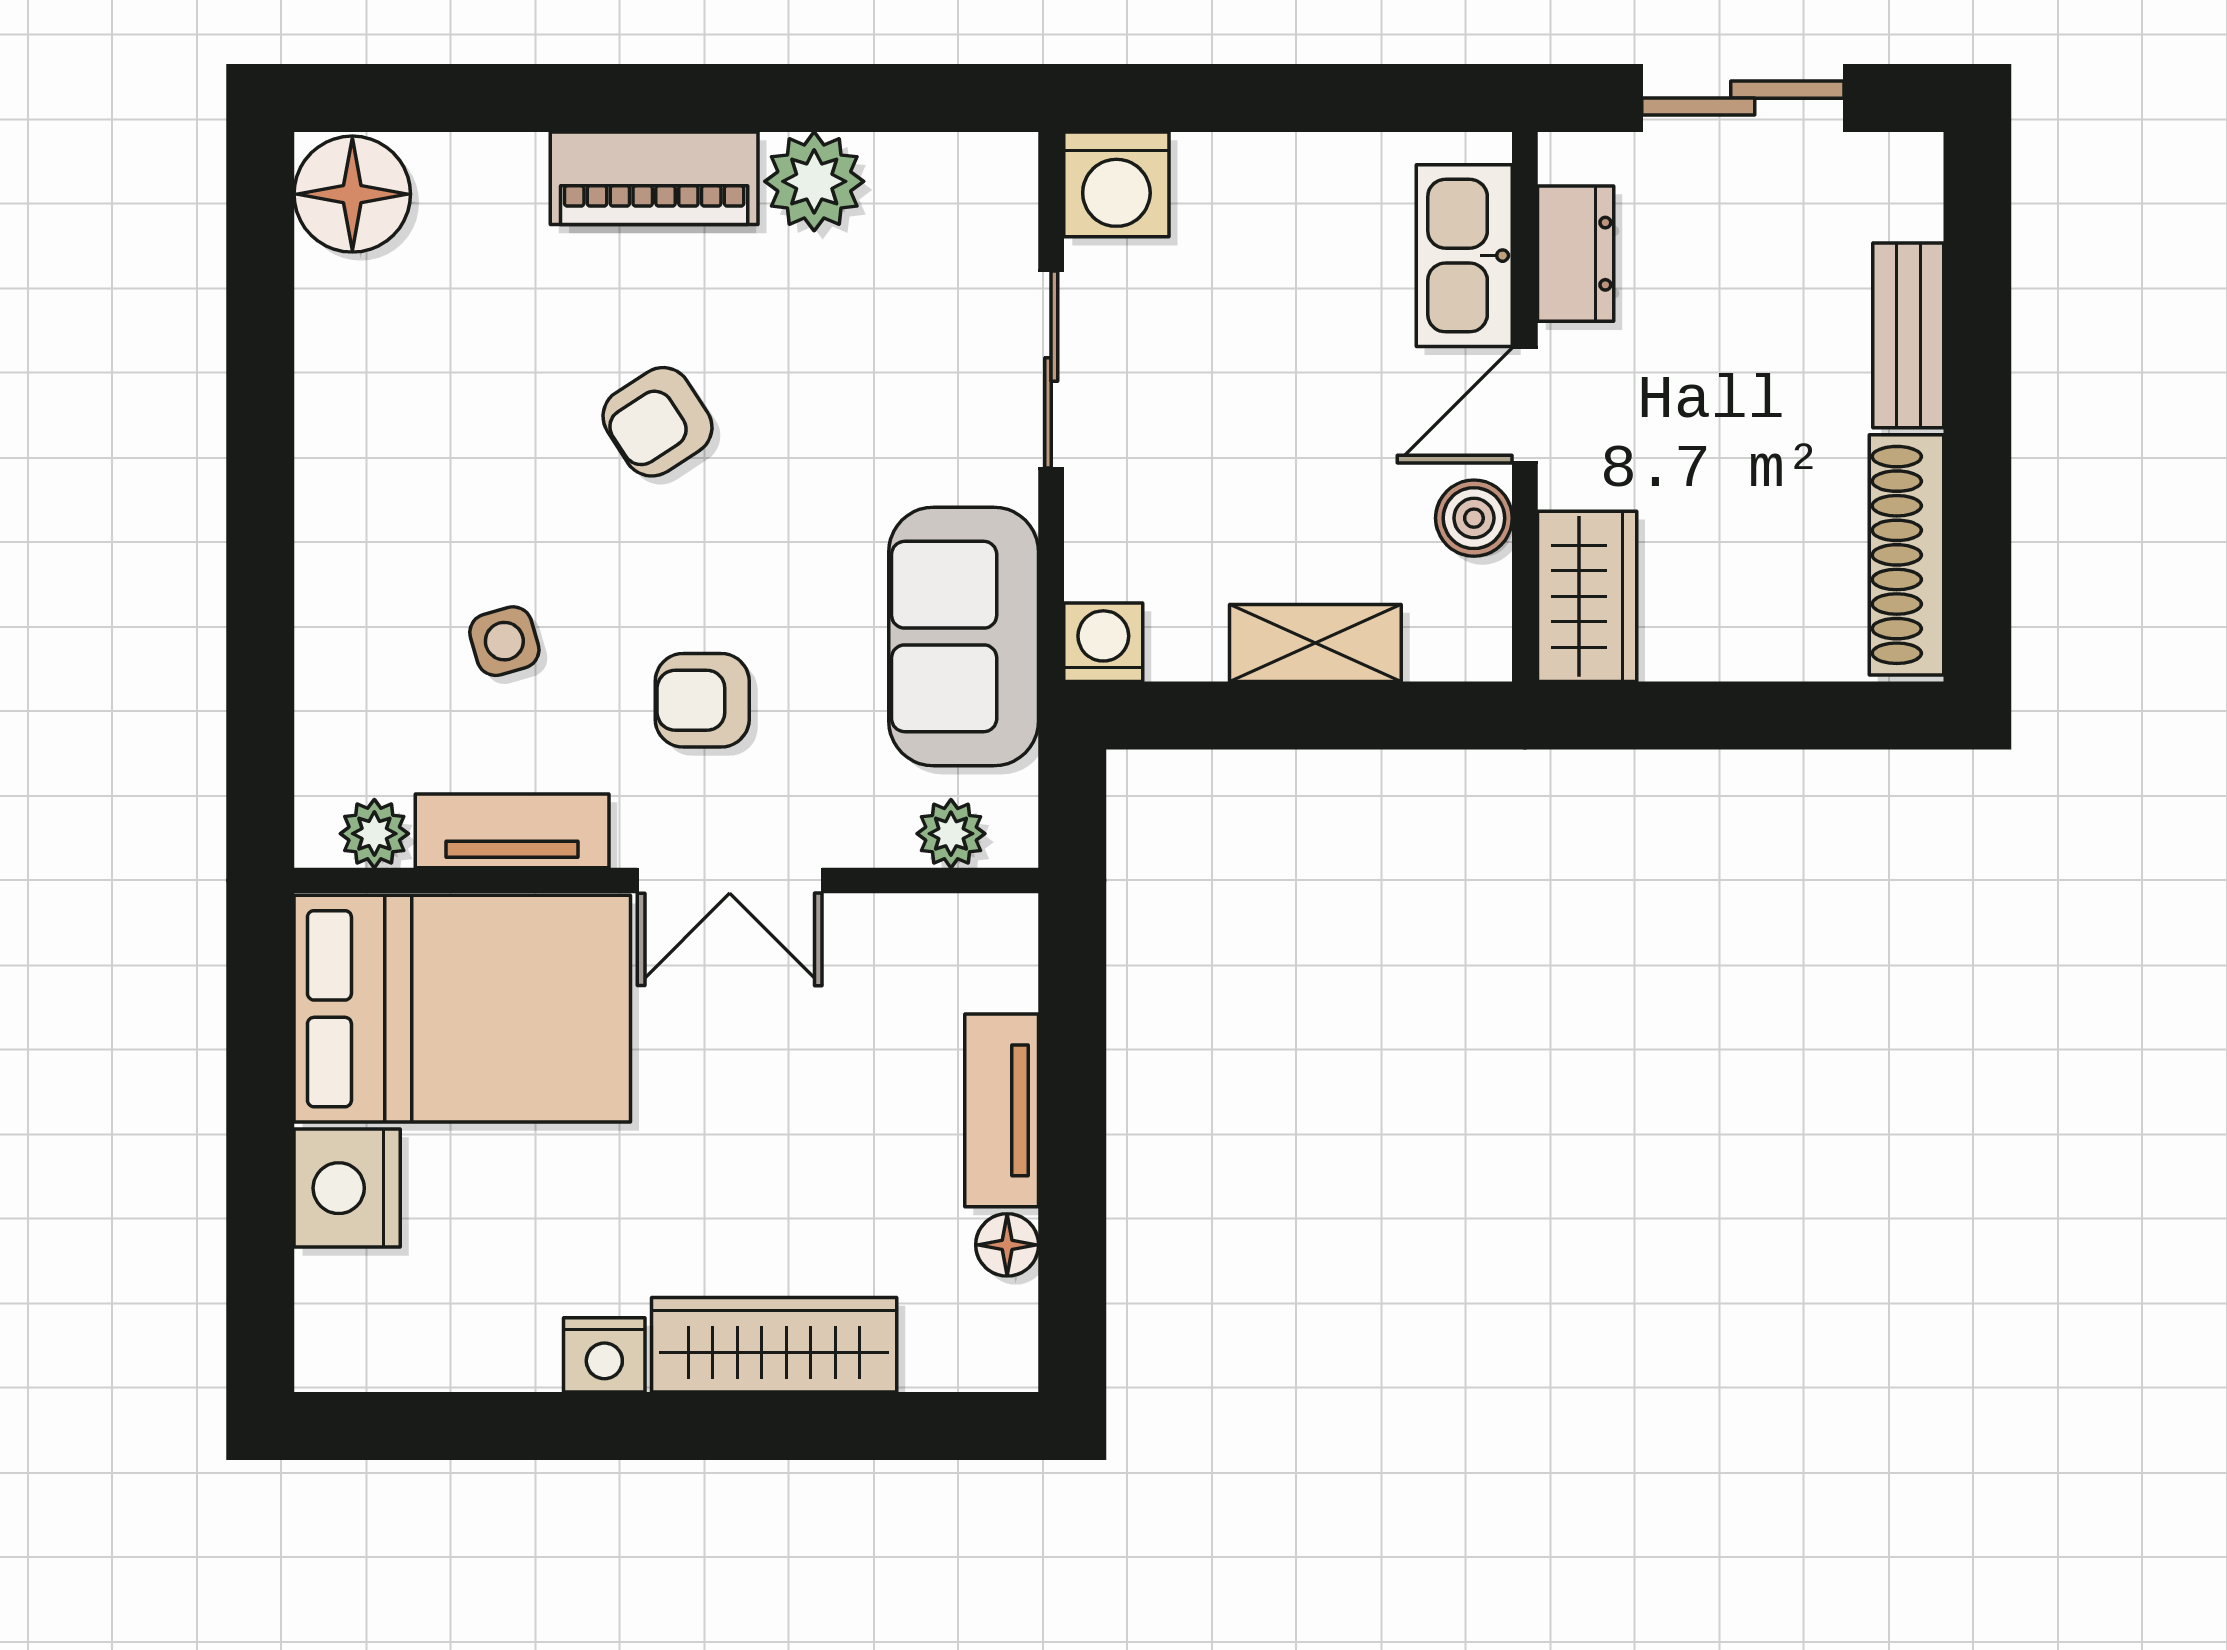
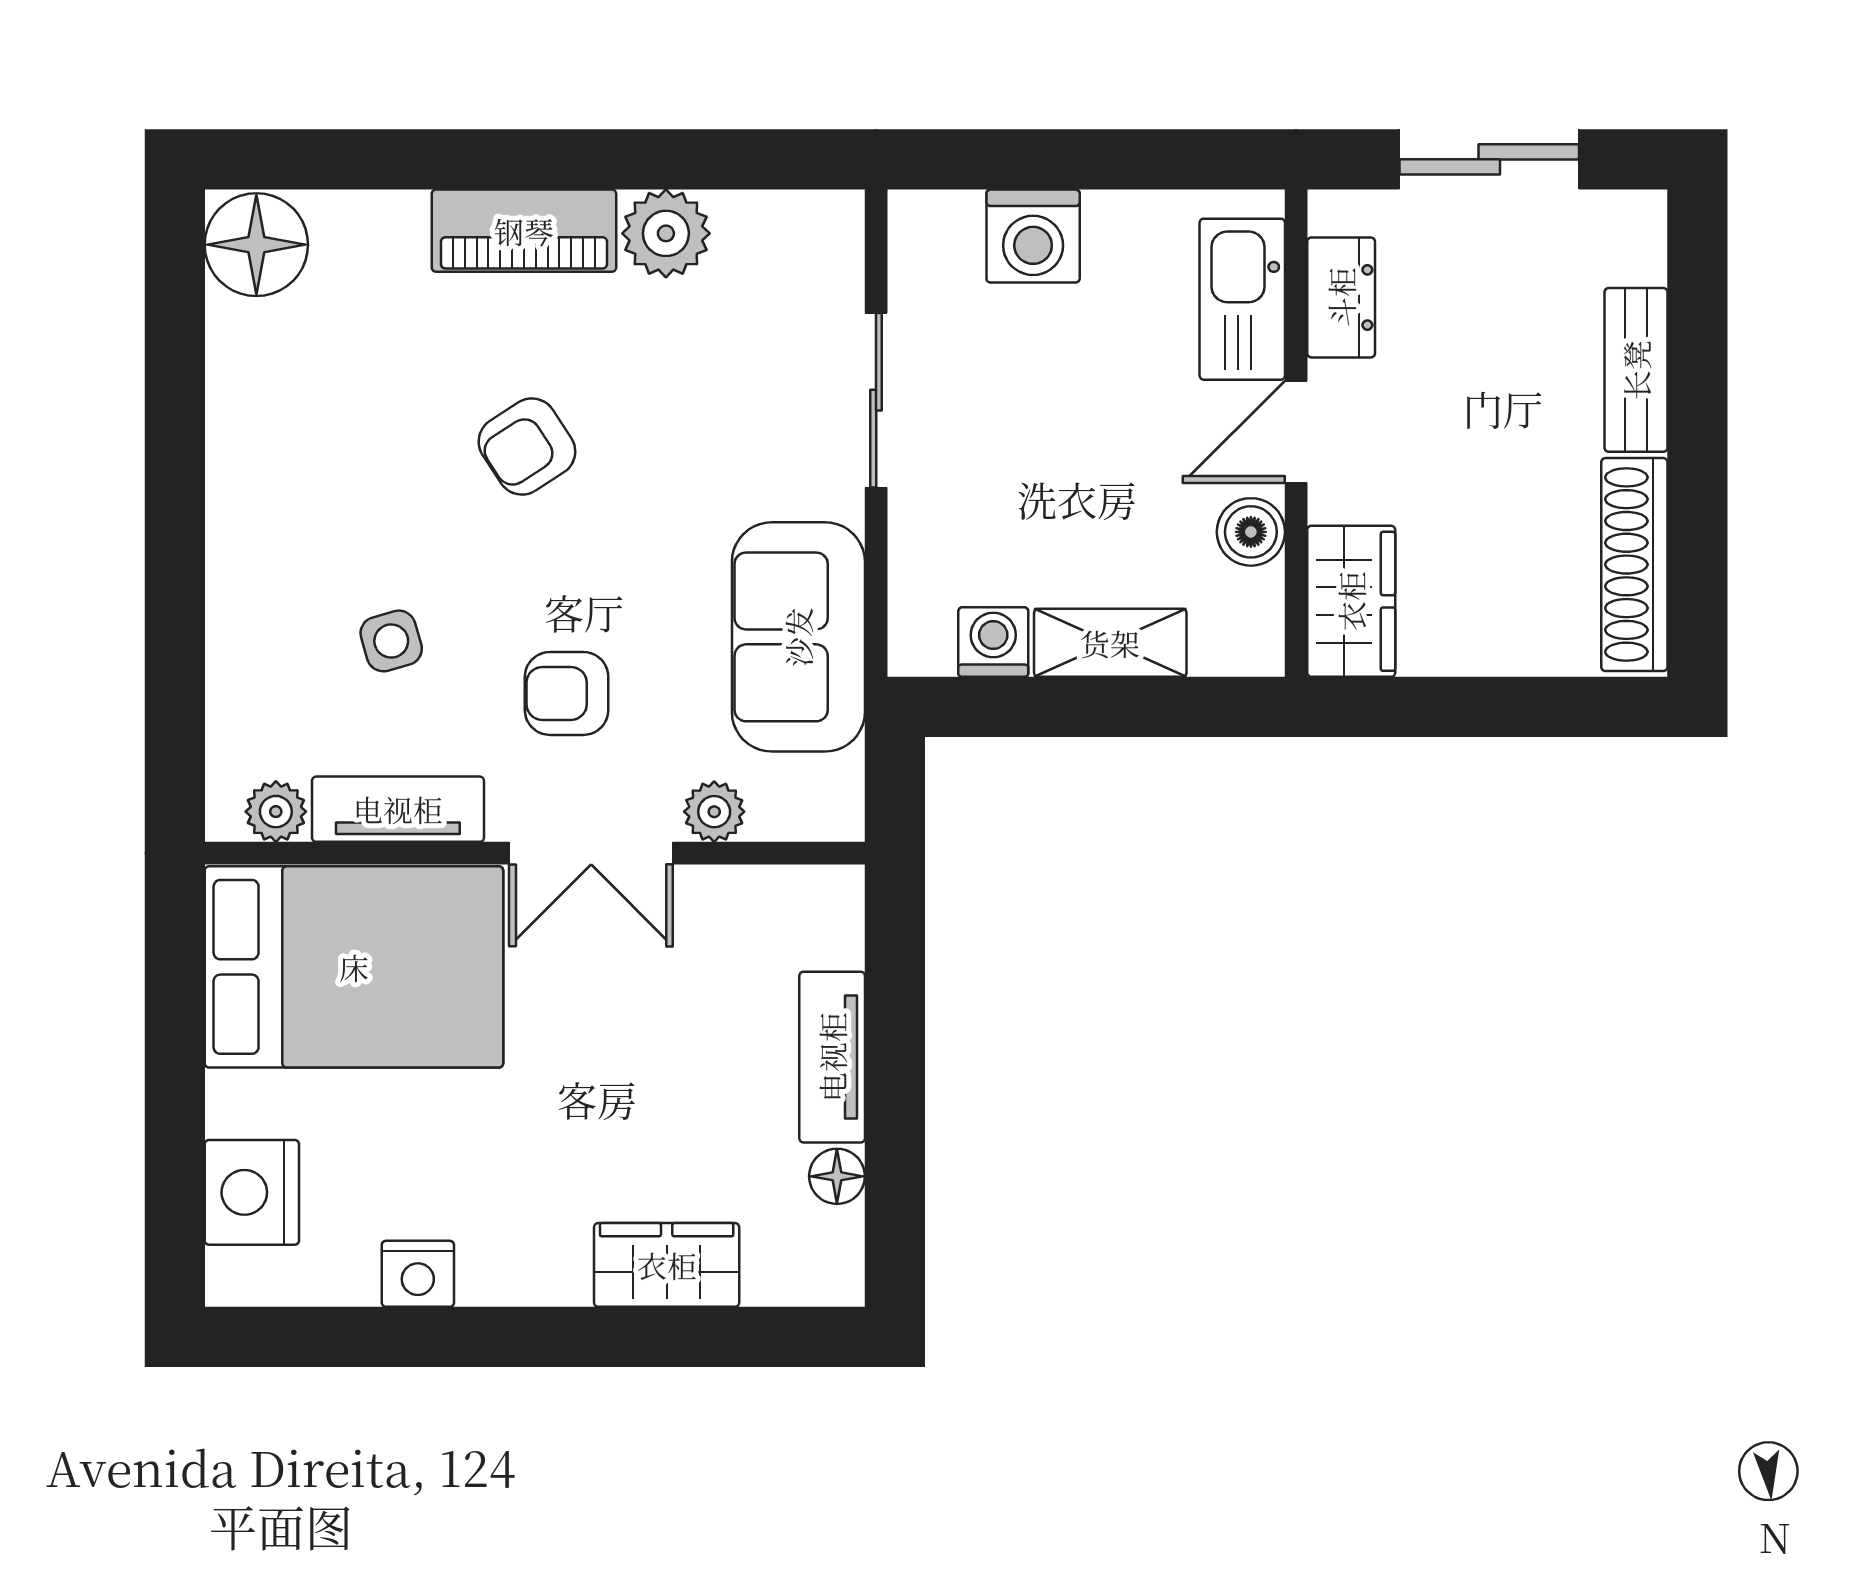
washing machine: (1116, 184) -> (1033, 236), moved
washing machine: (1103, 642) -> (993, 642), moved
plant: (951, 834) -> (714, 812), moved
nightstand: (347, 1188) -> (252, 1192), moved
wardrobe: (774, 1345) -> (667, 1265), width x0.67
nightstand: (604, 1355) -> (418, 1274), moved

